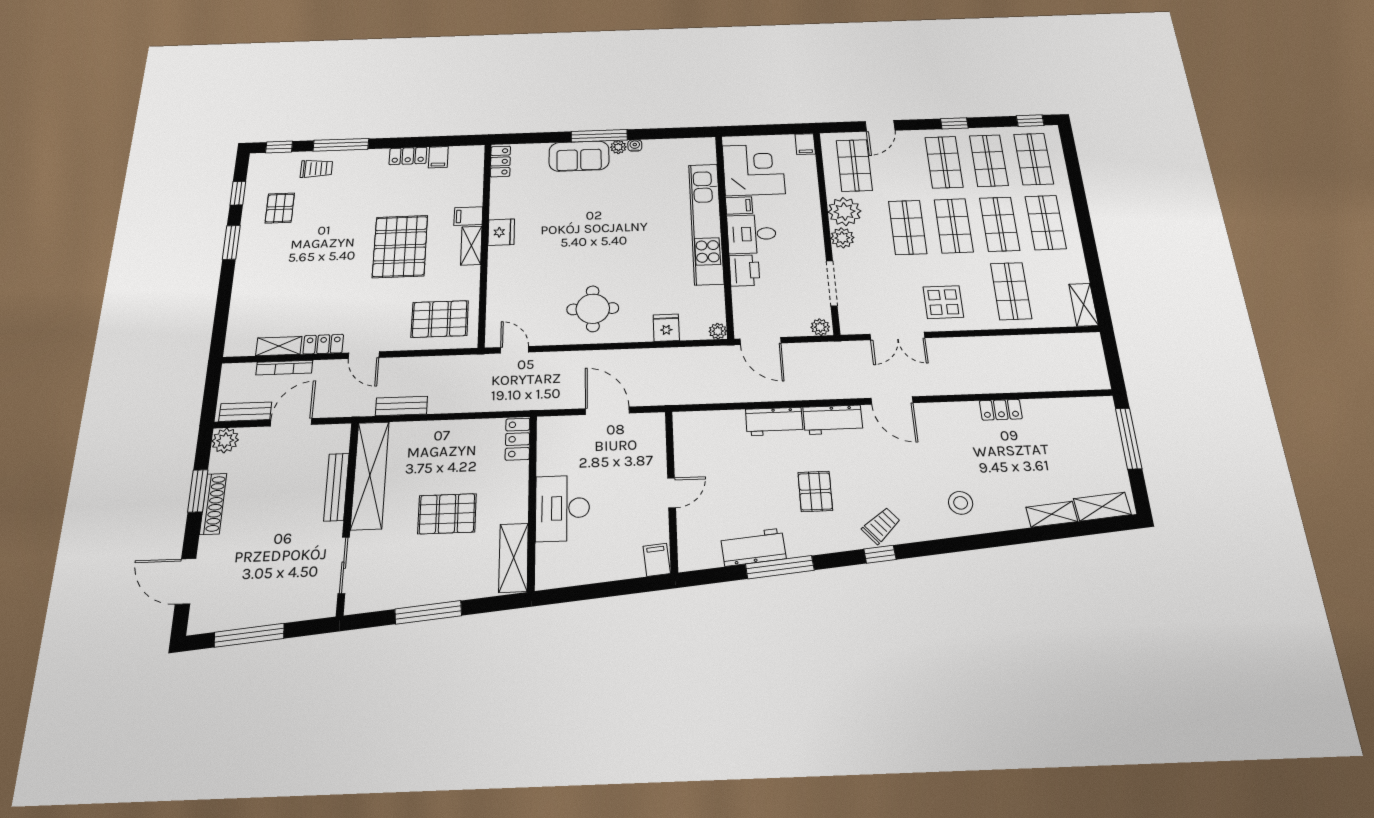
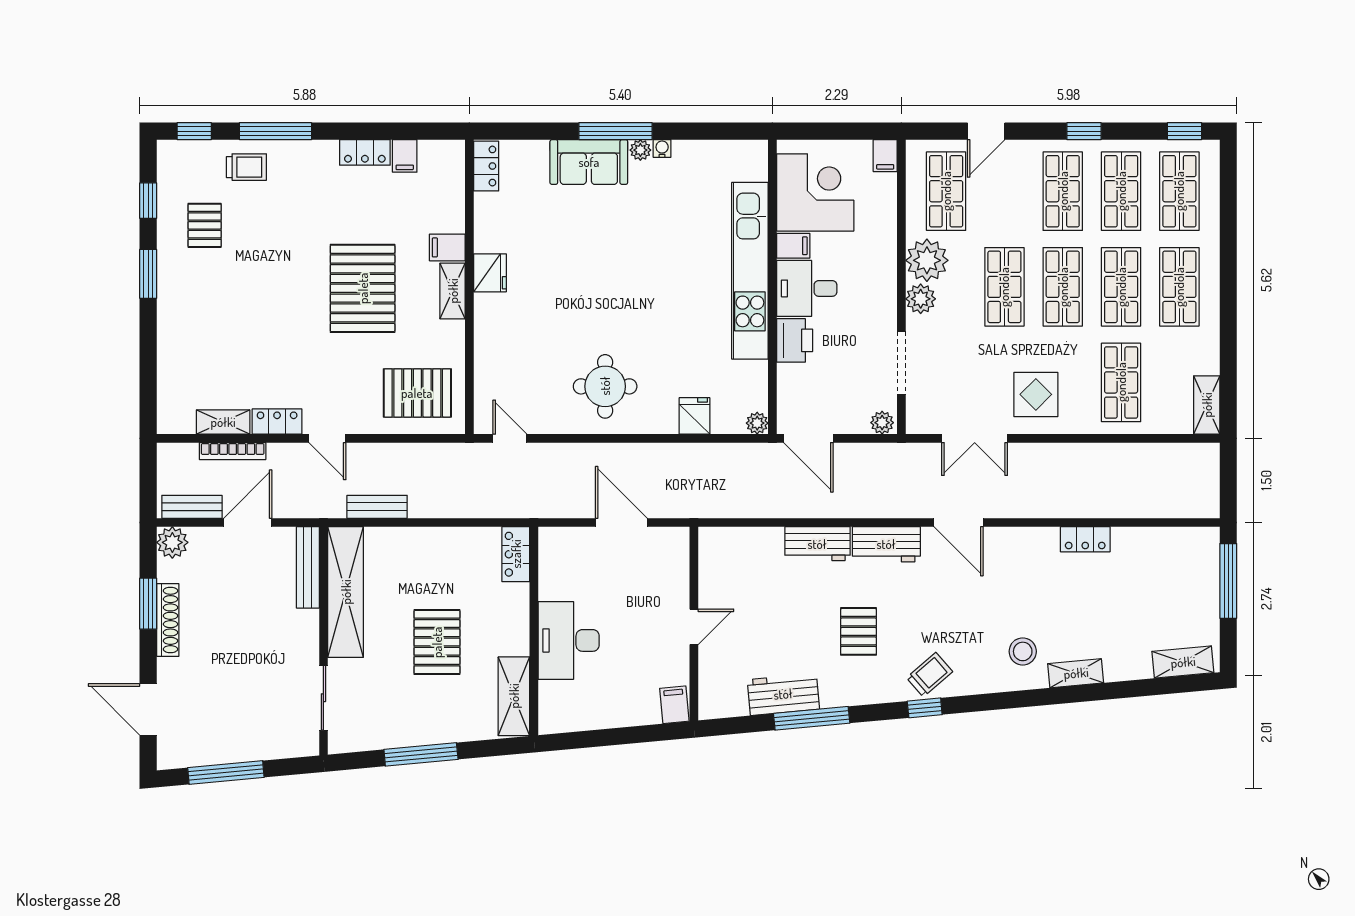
bench: (336, 487) -> (308, 567), moved
pallet: (447, 514) -> (437, 642), turned 90
shelving: (1052, 514) -> (1076, 673), moved

